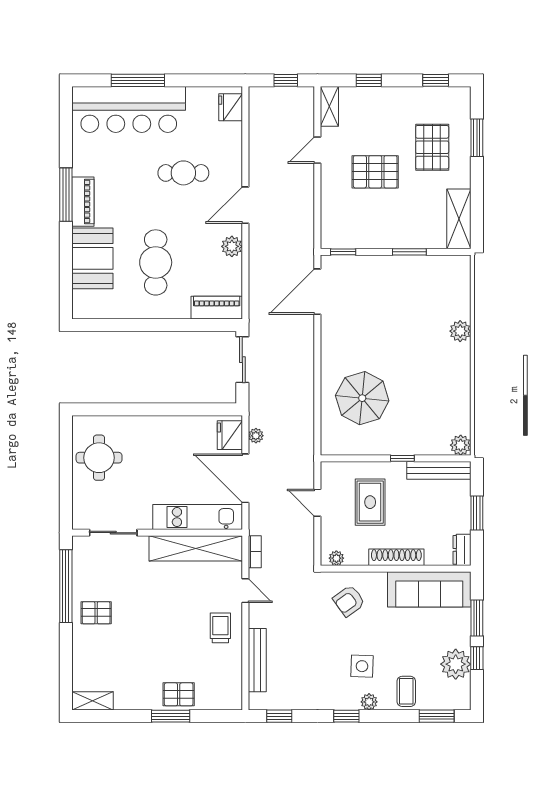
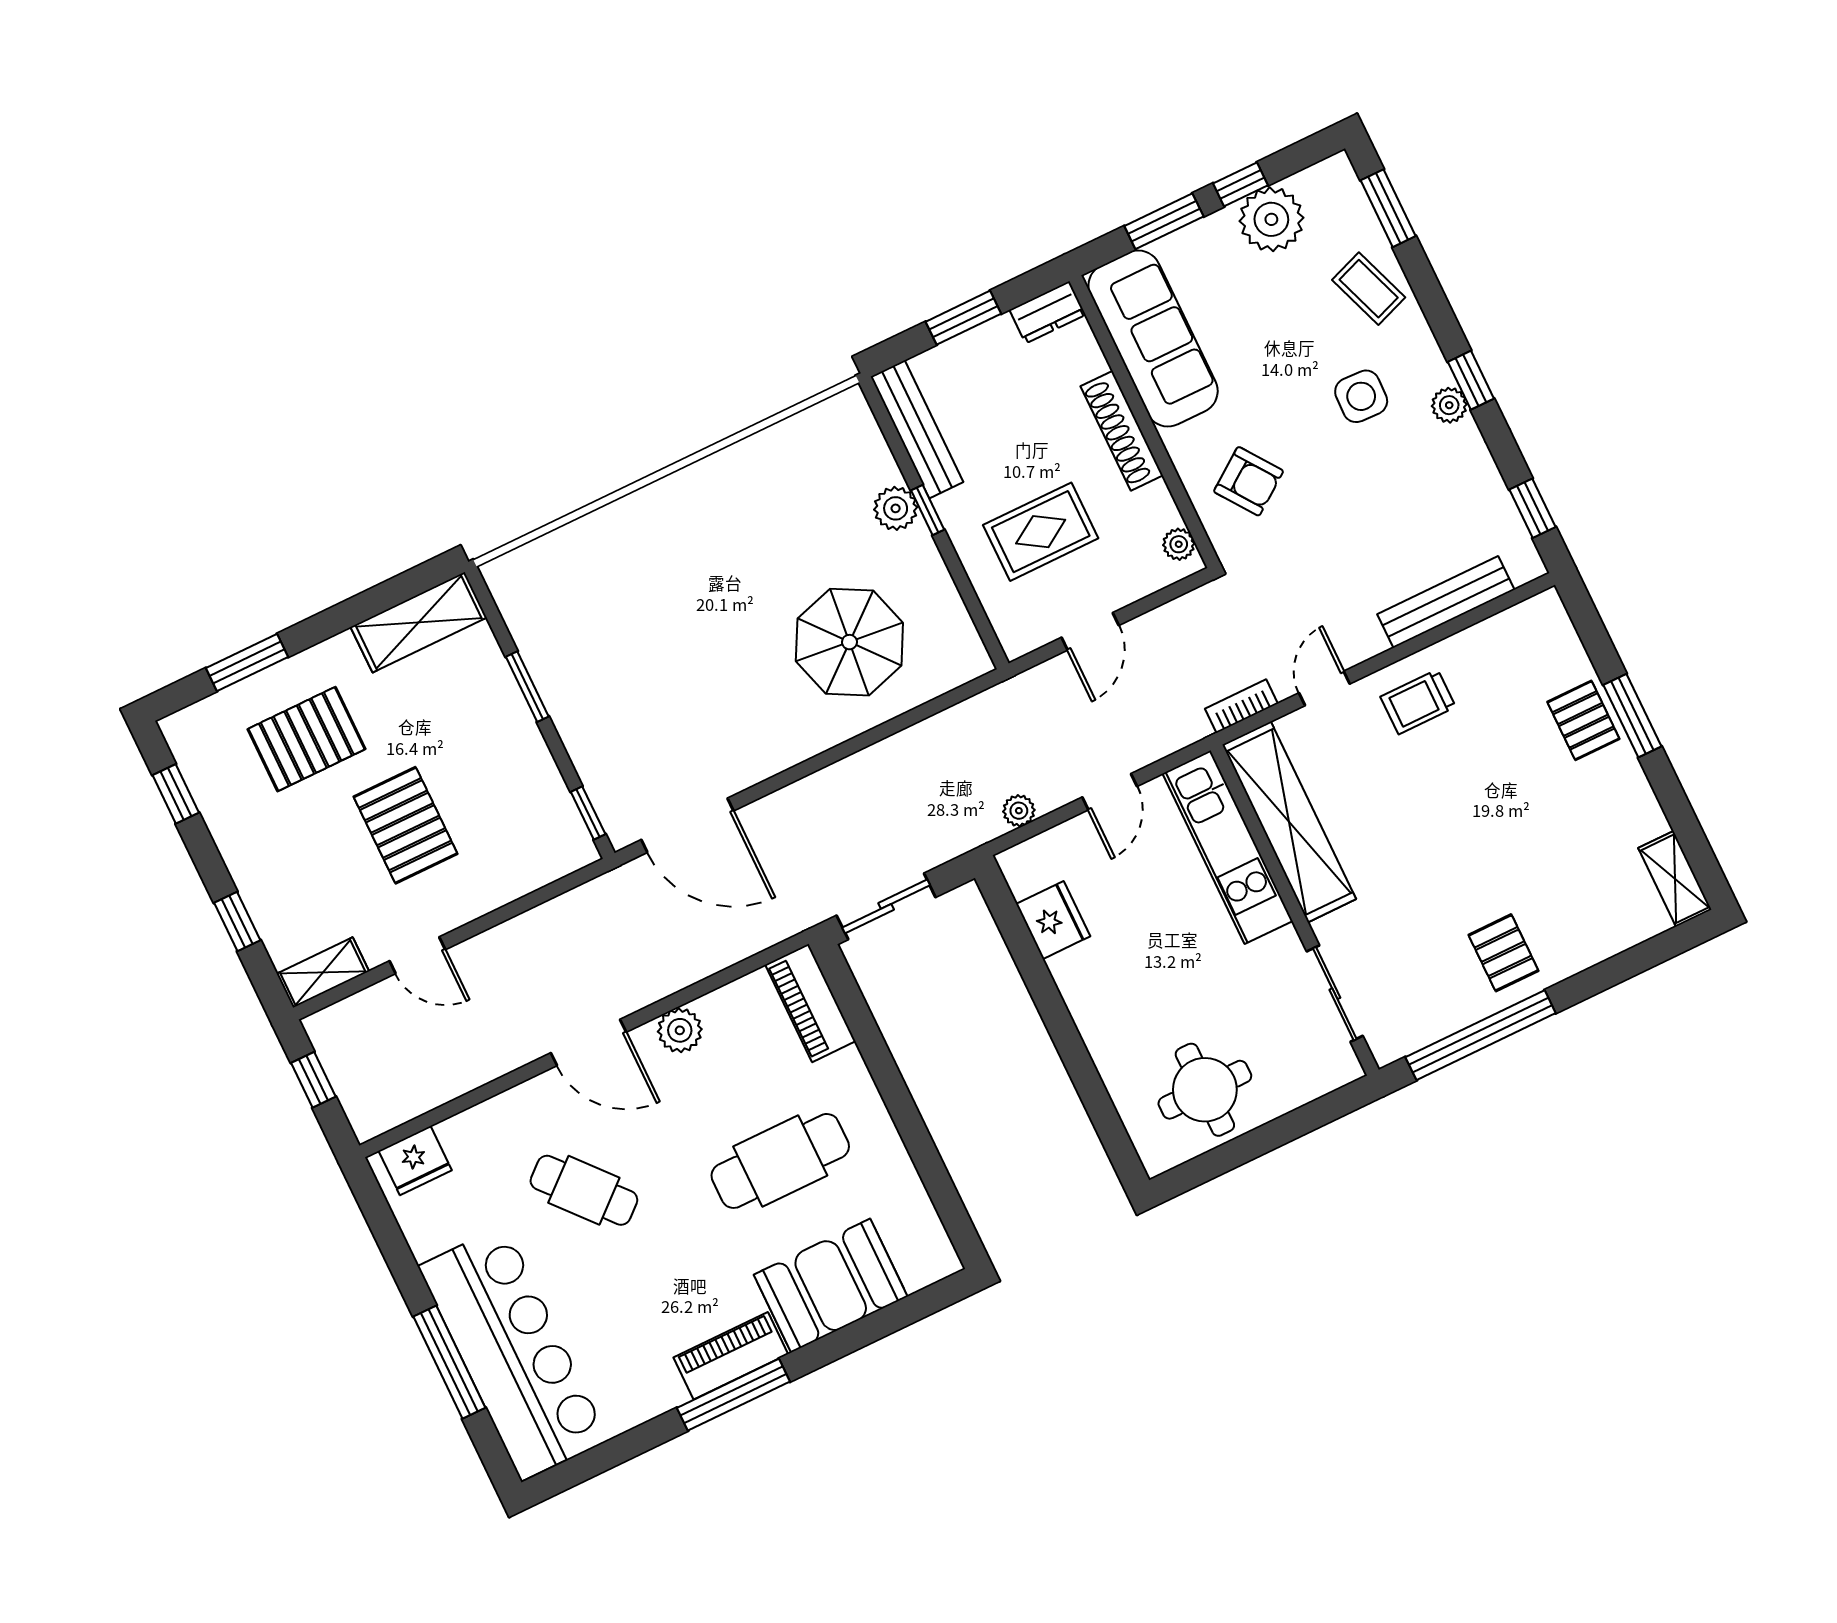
cafe table: (183, 173) -> (584, 1190), turned -41
plant: (460, 331) -> (632, 517), removed
fridge: (230, 435) -> (1053, 920), moved, turned -90
plant: (461, 445) -> (896, 508), moved
door: (245, 478) -> (1110, 792), width x0.53
coffee table: (406, 691) -> (1369, 289), turned 70
plant: (369, 702) -> (1449, 405), moved

